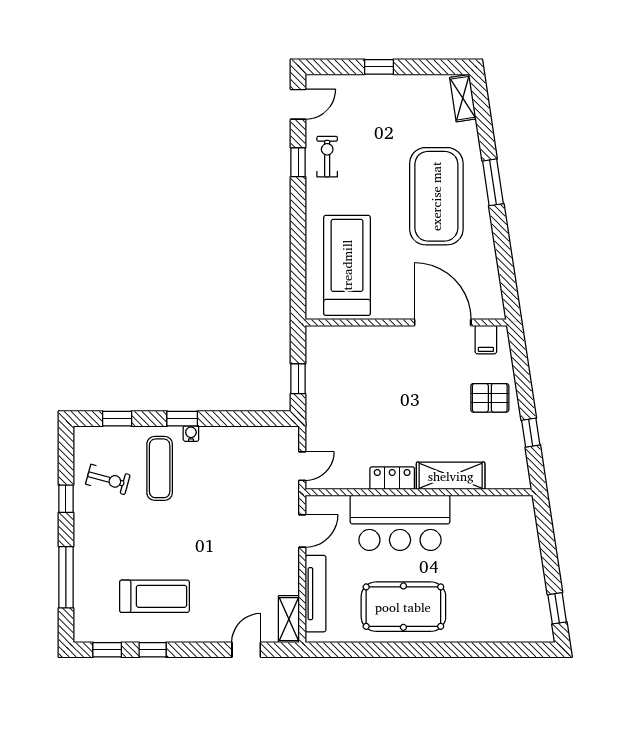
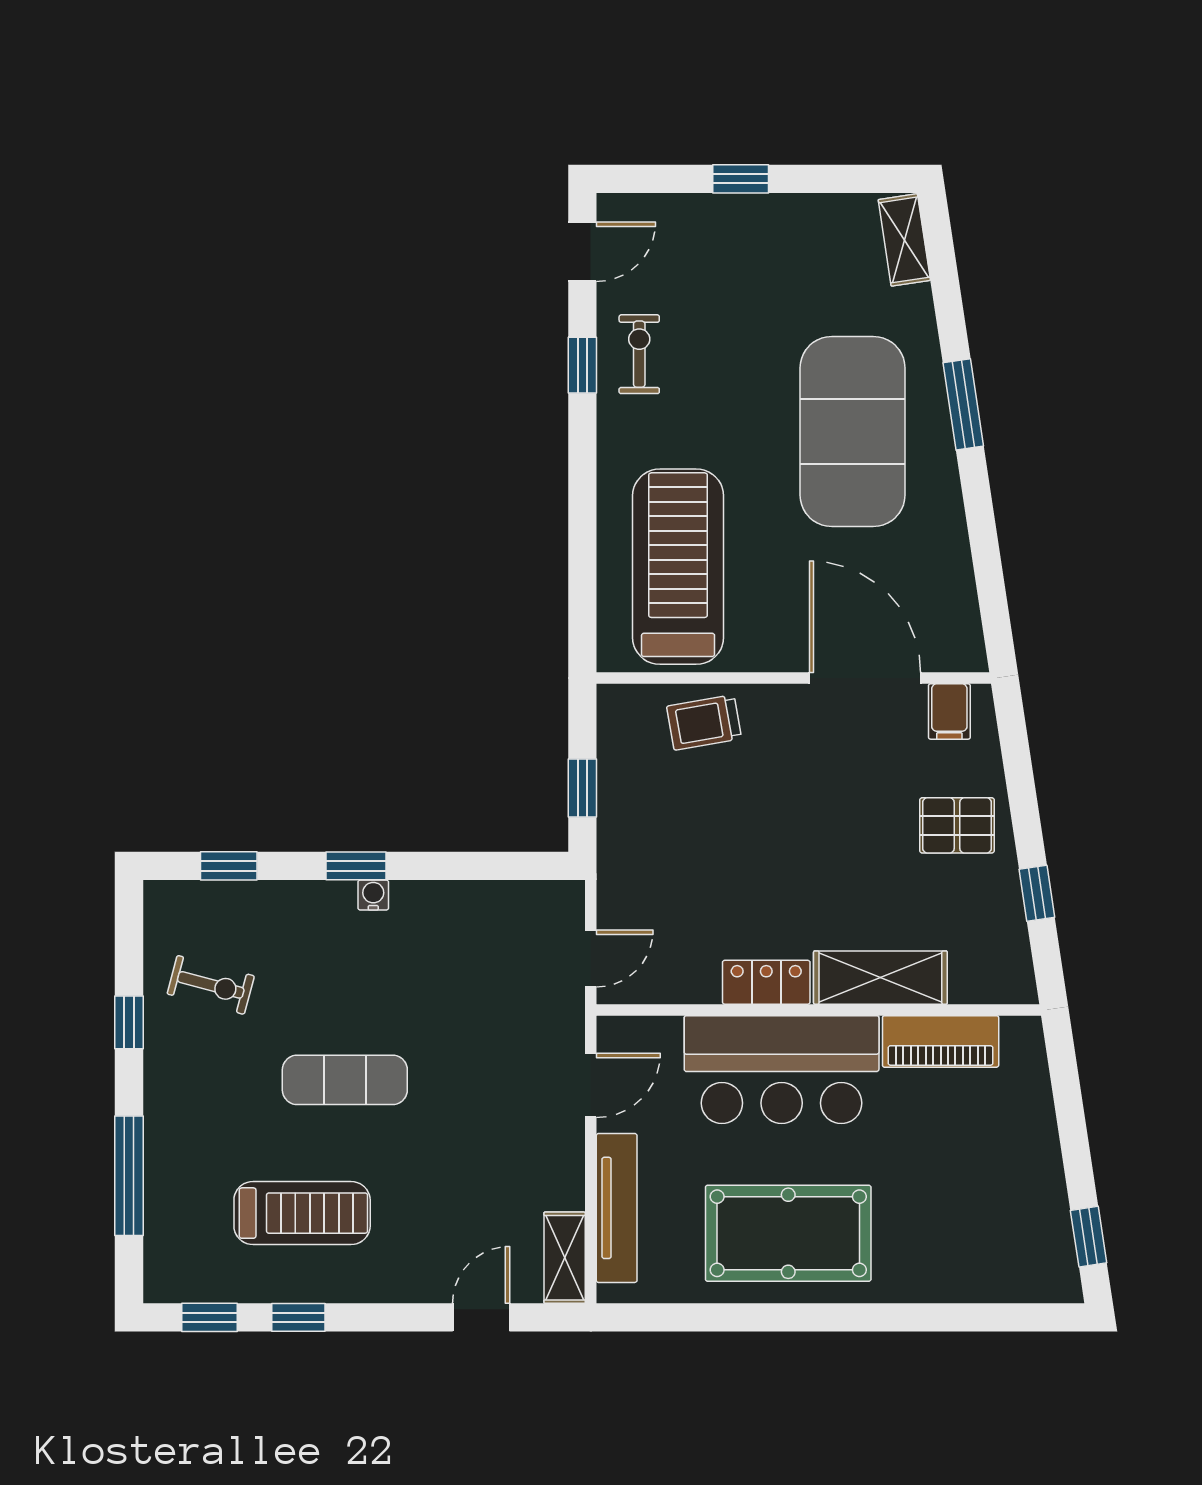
trolley: (360, 345) -> (704, 722), added
exercise mat: (160, 468) -> (345, 1080), moved, turned 90
piano: (481, 508) -> (941, 1041), added

